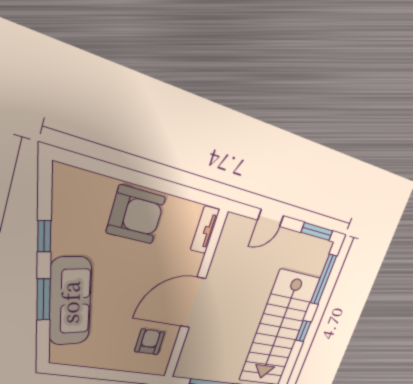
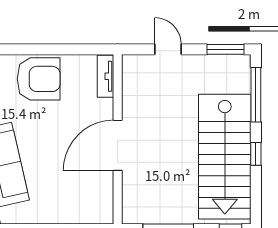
door: (271, 218) -> (168, 49), swing flipped
armchair: (150, 342) -> (87, 191), removed

